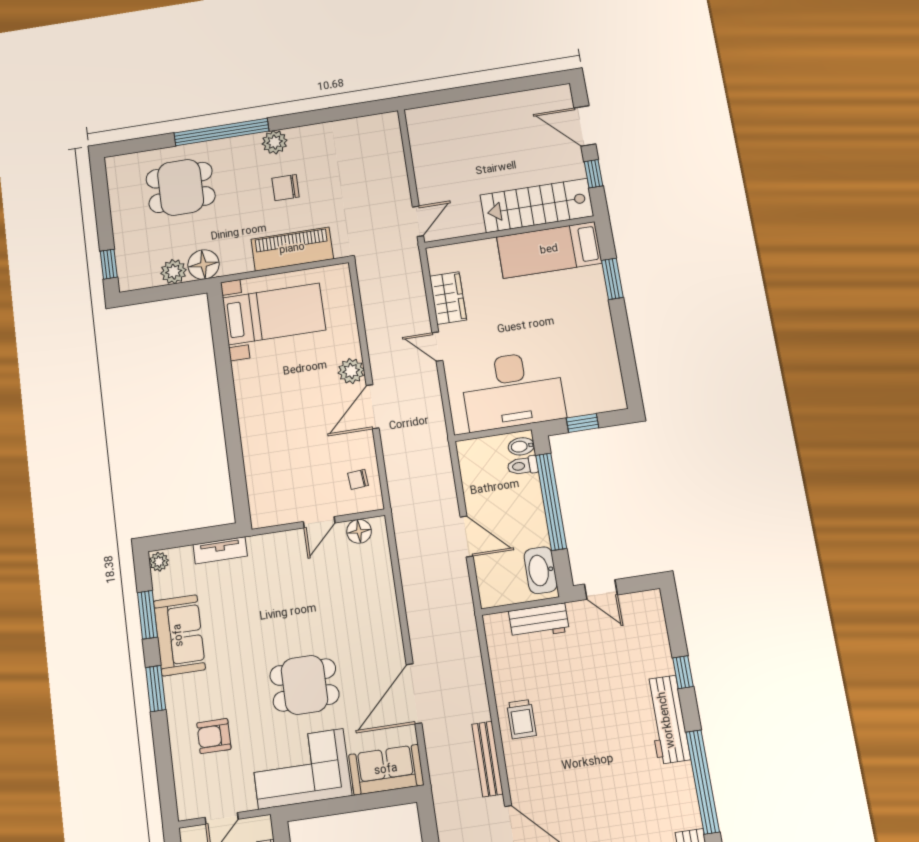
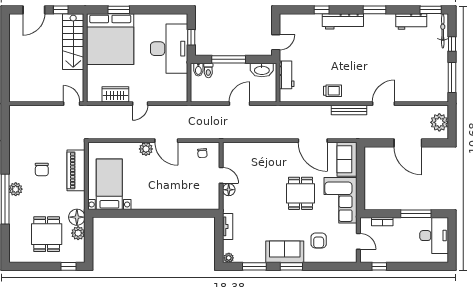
plant: (275, 142) -> (16, 189), moved
dining table: (181, 187) -> (47, 234), moved
bed: (549, 250) -> (110, 39), width x2.04
desk: (513, 390) -> (169, 49), moved
window: (551, 502) -> (229, 59), width x0.68
floor lamp: (359, 531) -> (229, 190), moved
sofa: (179, 635) -> (285, 252), moved
window: (703, 782) -> (375, 10), width x0.47

